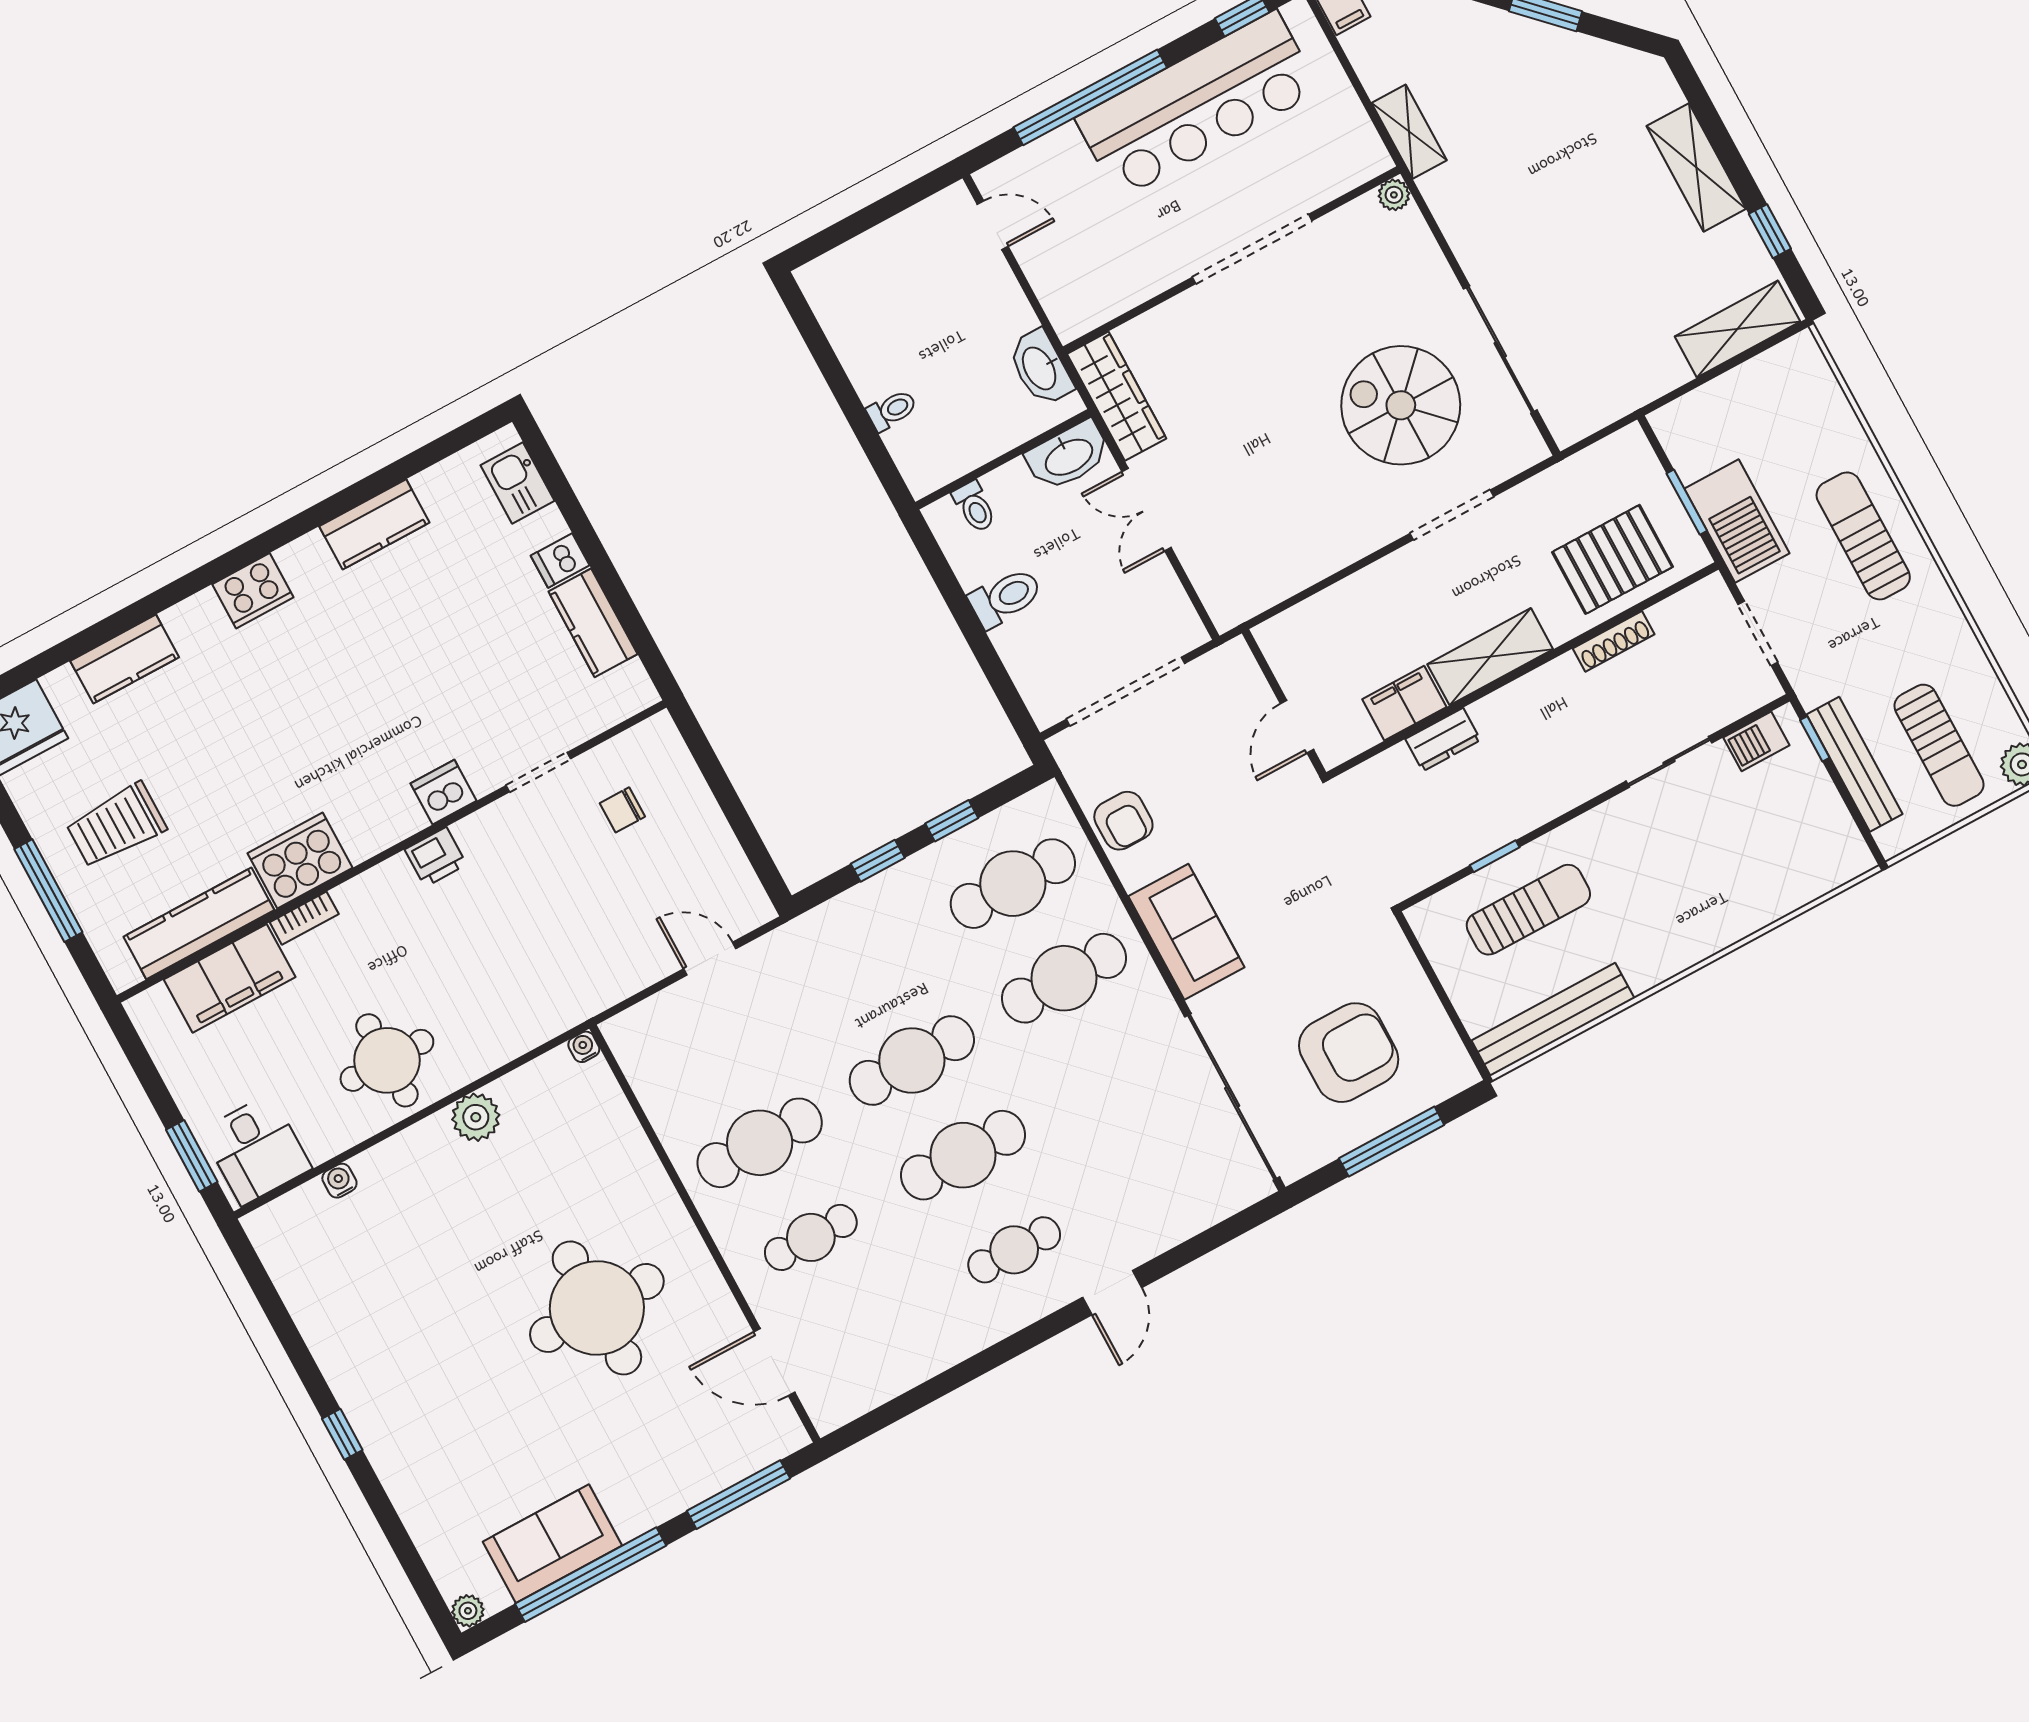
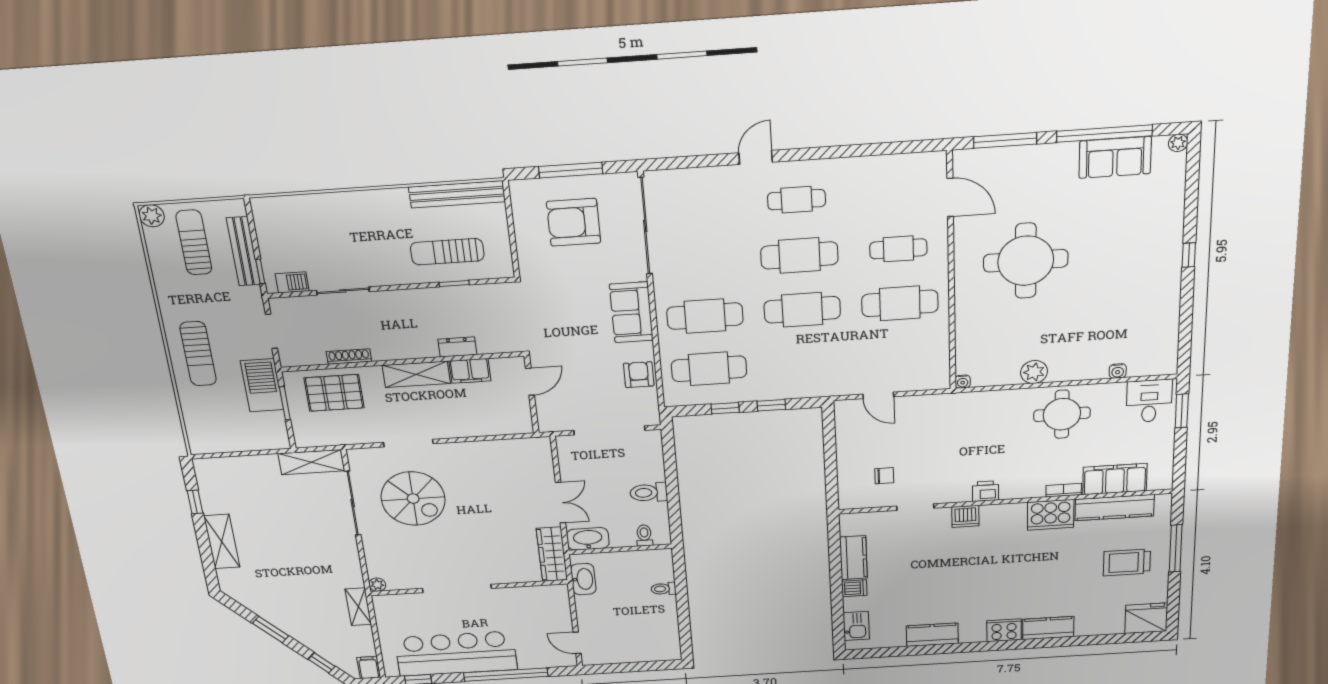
shelving: (1737, 329) -> (311, 462), moved
kitchen counter: (125, 659) -> (1048, 628), moved
trolley: (116, 825) -> (1127, 562), turned 180

